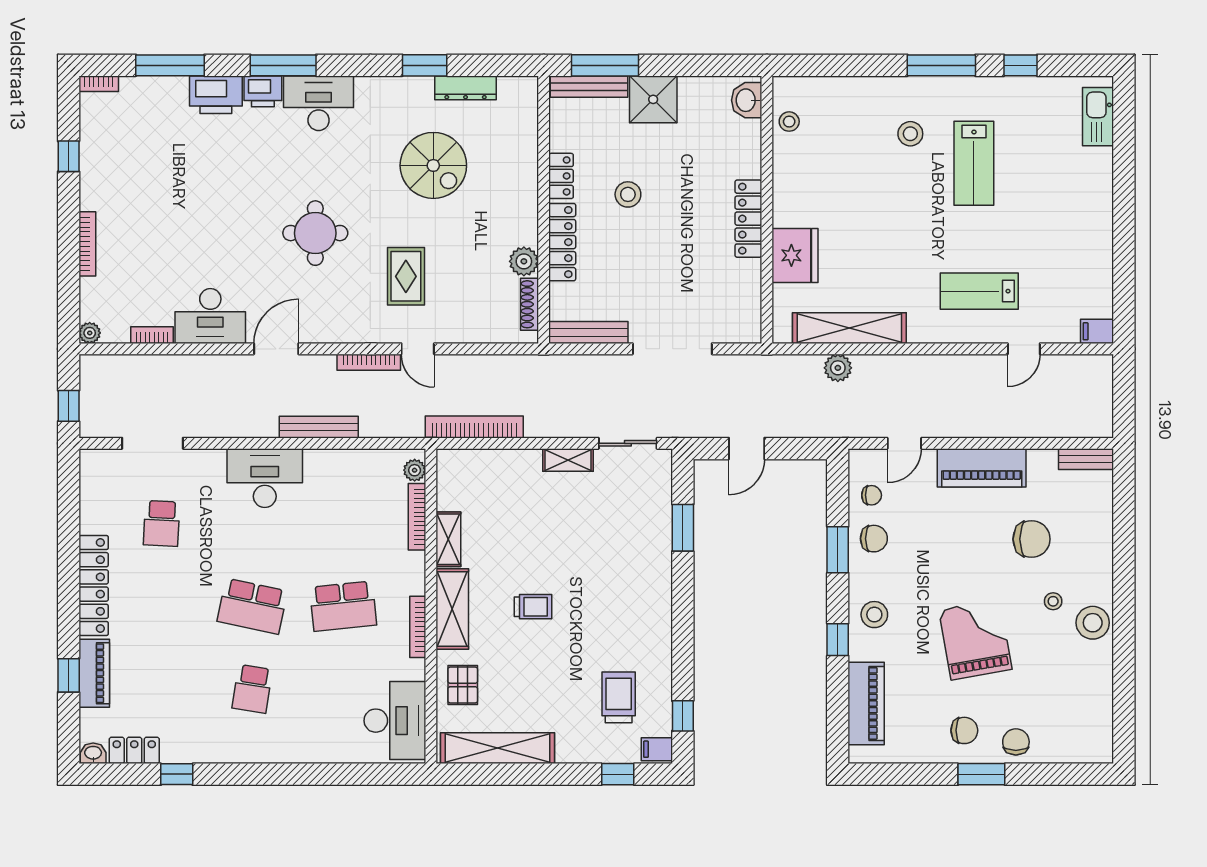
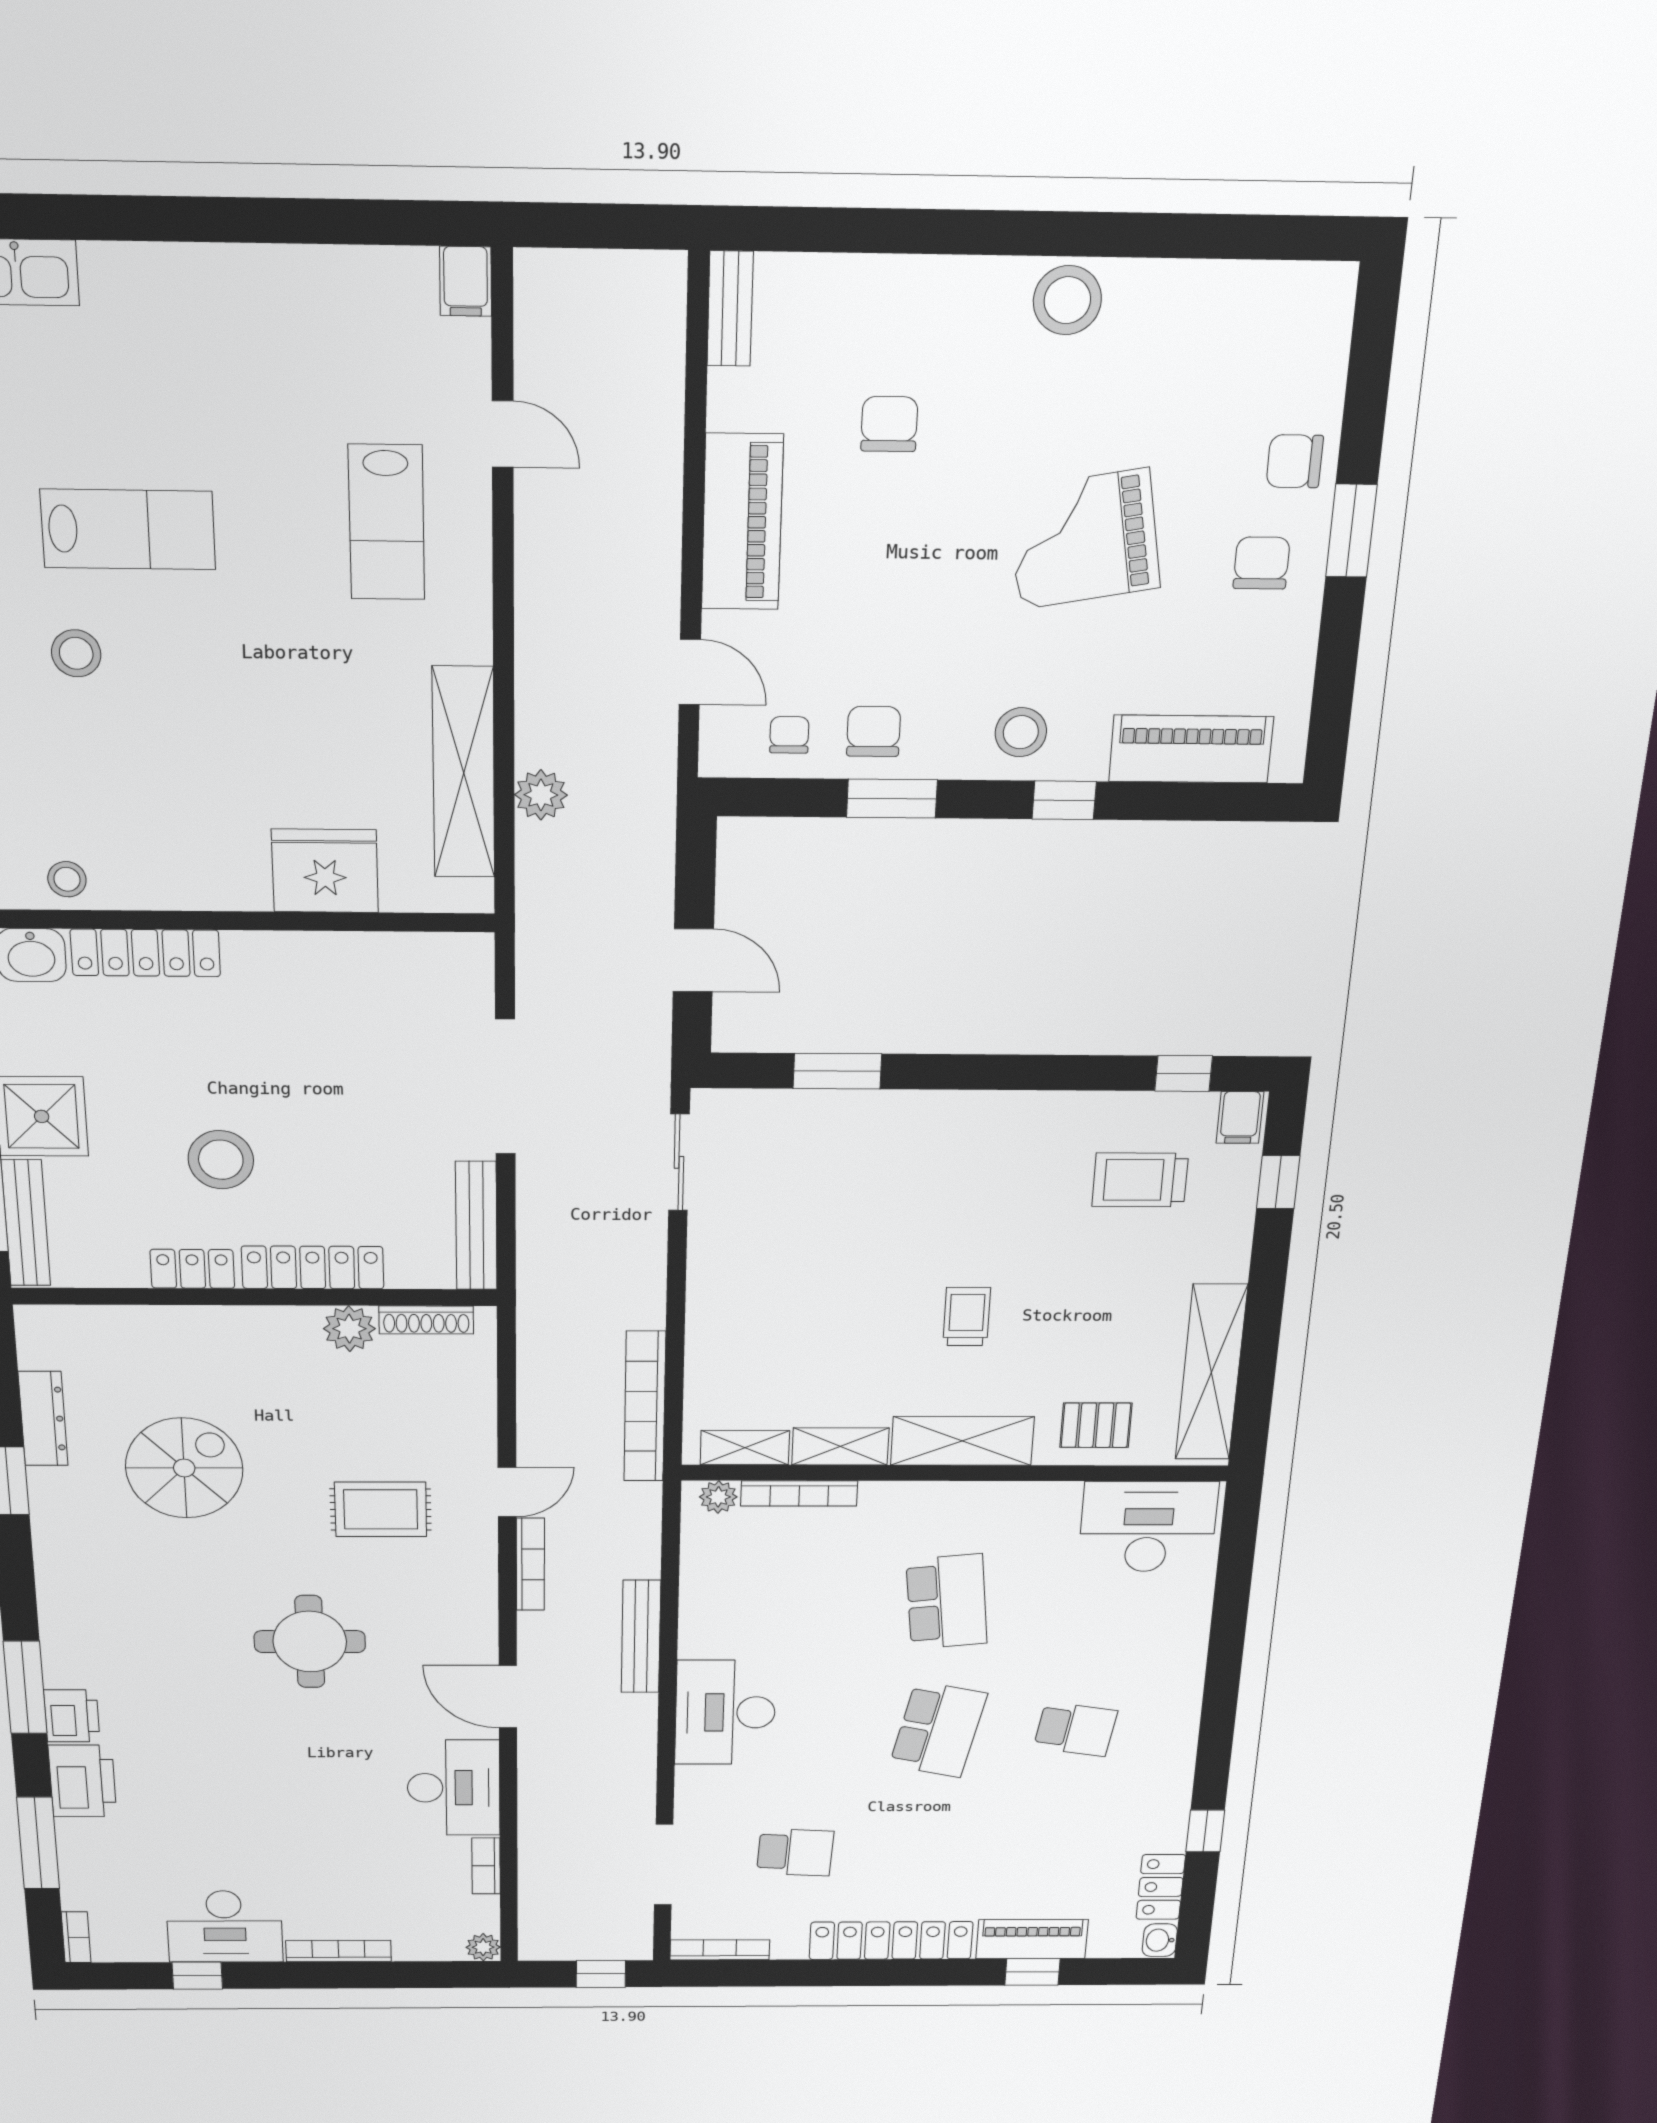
desk: (319, 103) -> (225, 1927), moved, turned -90
stool: (628, 194) -> (221, 1160), width x1.38, depth x1.38
locker: (748, 219) -> (145, 953), moved
shelving: (568, 460) -> (745, 1448), moved, turned 90
chair: (1032, 539) -> (889, 424), width x0.73, depth x0.73
stool: (1053, 601) -> (1018, 382), removed
bookcase: (418, 627) -> (720, 1950), moved, turned 180

